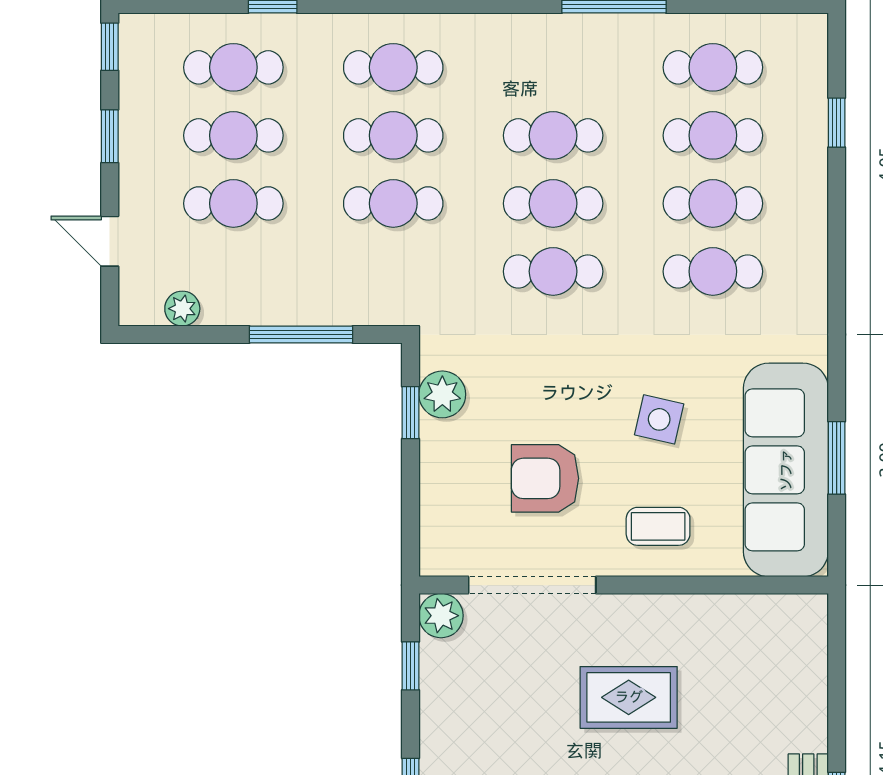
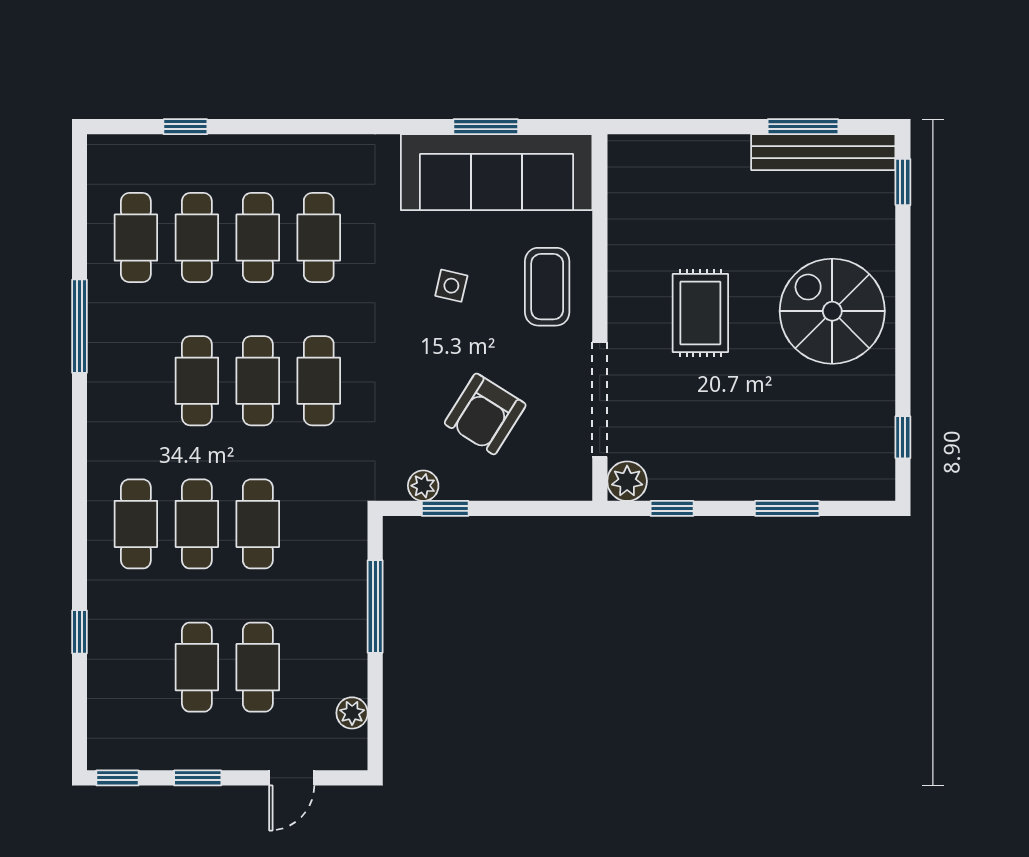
cafe table: (233, 67) -> (136, 667), removed
plant: (442, 394) -> (423, 486), width x0.73, depth x0.73
side table: (659, 419) -> (451, 286), width x0.73, depth x0.73
armchair: (545, 478) -> (485, 414), moved, turned 32
coffee table: (658, 526) -> (547, 287), width x1.36, depth x1.30

